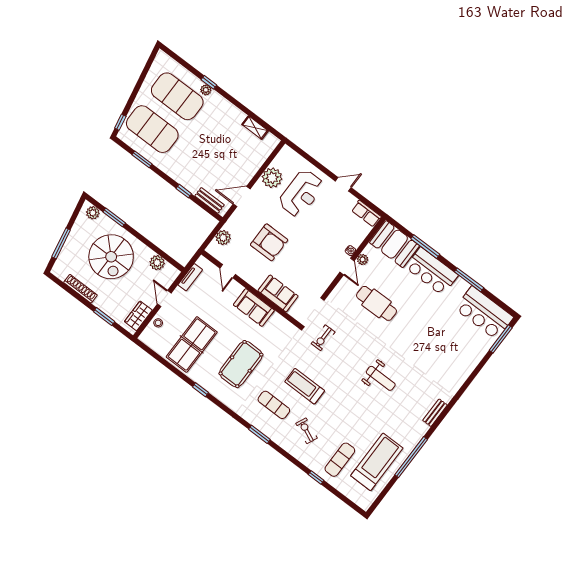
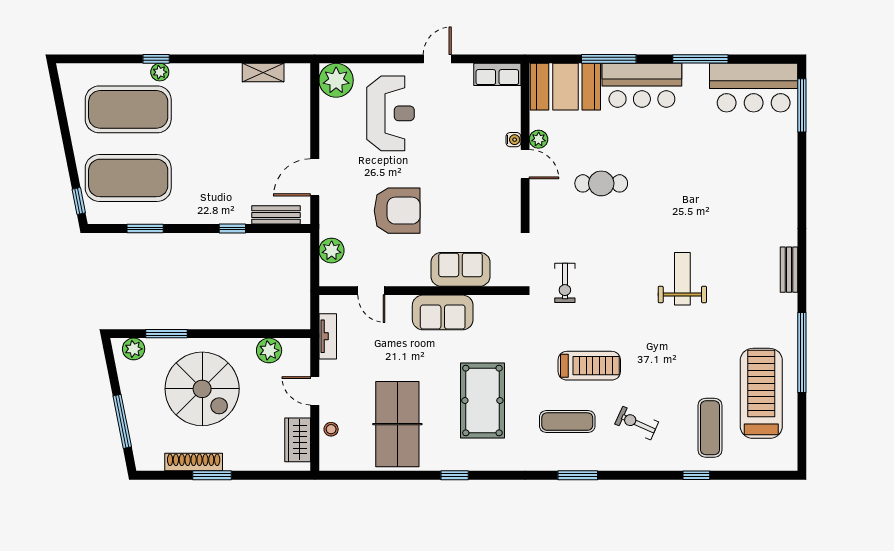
plant: (272, 178) -> (336, 80), moved
cafe table: (377, 303) -> (601, 183), width x0.73, depth x0.74
window: (104, 317) -> (212, 475), moved
weight bench: (381, 378) -> (682, 279), turned -90
treadmill: (305, 386) -> (589, 366), turned 180

